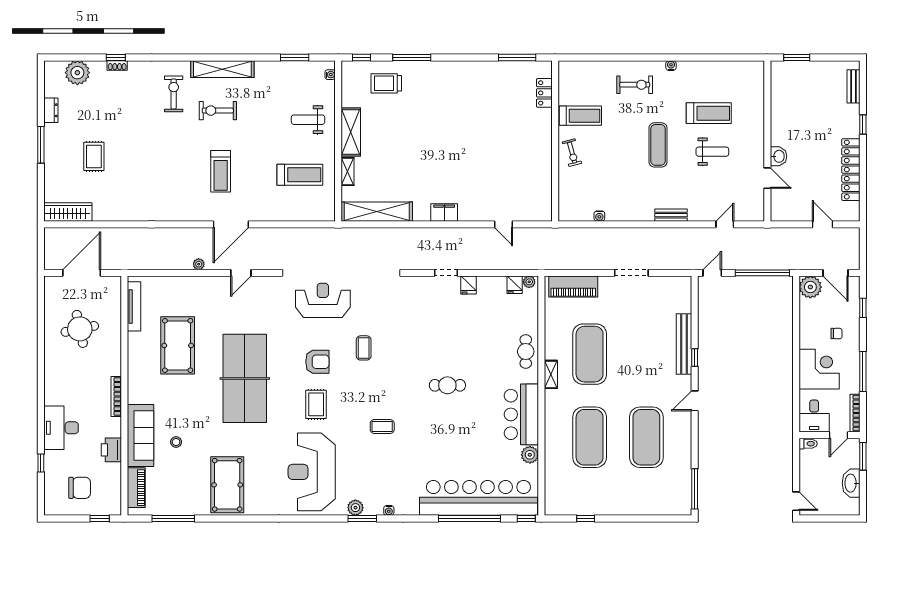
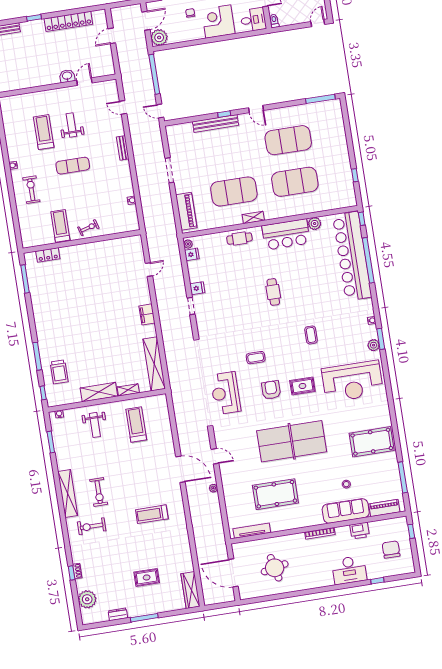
treadmill: (221, 171) -> (152, 514), moved, turned 180

